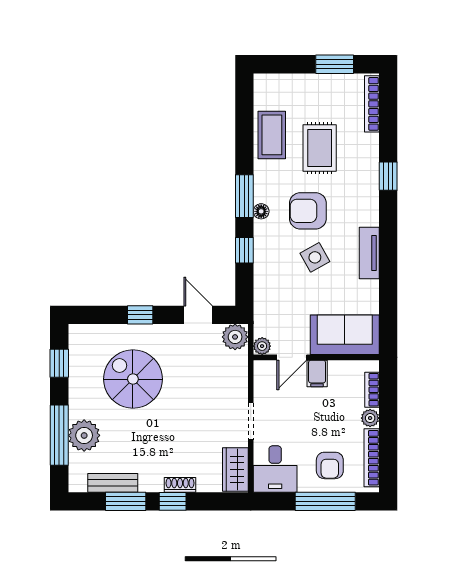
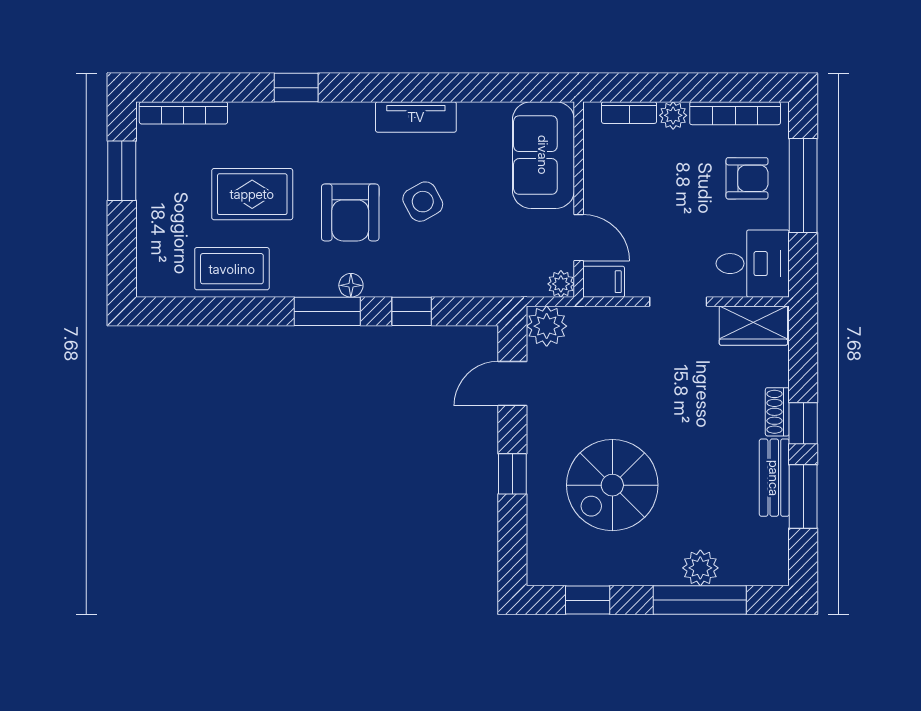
filing cabinet: (317, 373) -> (604, 282), moved
plant: (84, 435) -> (700, 568), width x0.73, depth x0.73
bench: (113, 483) -> (774, 478), moved

